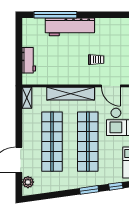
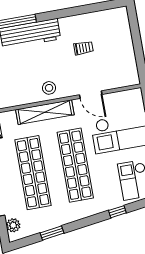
trolley: (96, 60) -> (83, 48), moved
stool: (78, 74) -> (49, 88), added
window: (89, 190) -> (52, 233), moved

